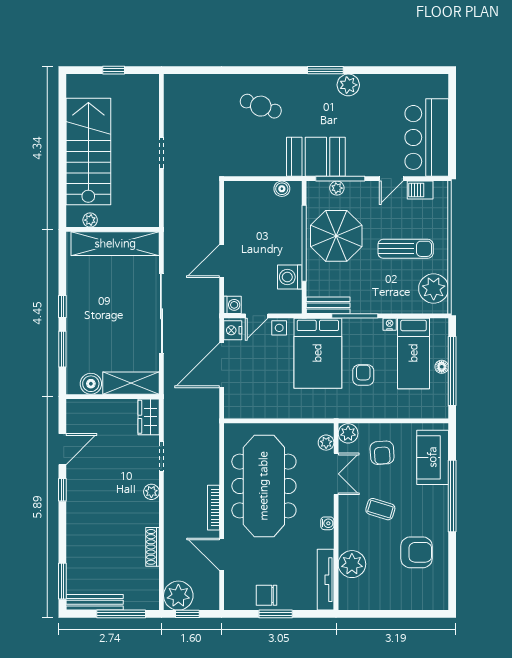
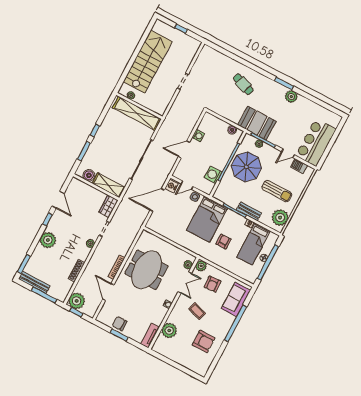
washing machine: (232, 305) -> (198, 136), moved
bench: (328, 305) -> (249, 211), moved
door: (62, 449) -> (58, 200), hinge flipped
meeting table: (264, 486) -> (147, 270), width x0.73
plant: (80, 522) -> (48, 240), added
tv unit: (326, 580) -> (150, 336), width x0.71

